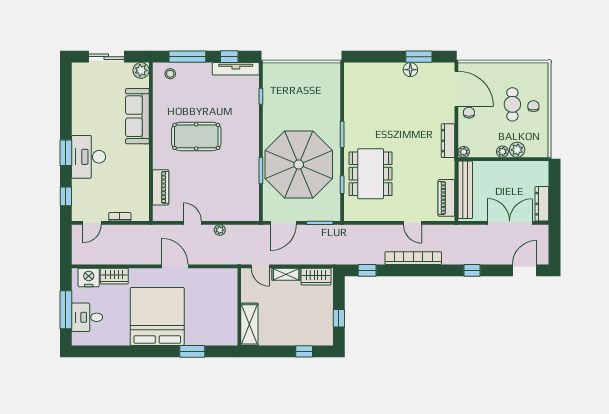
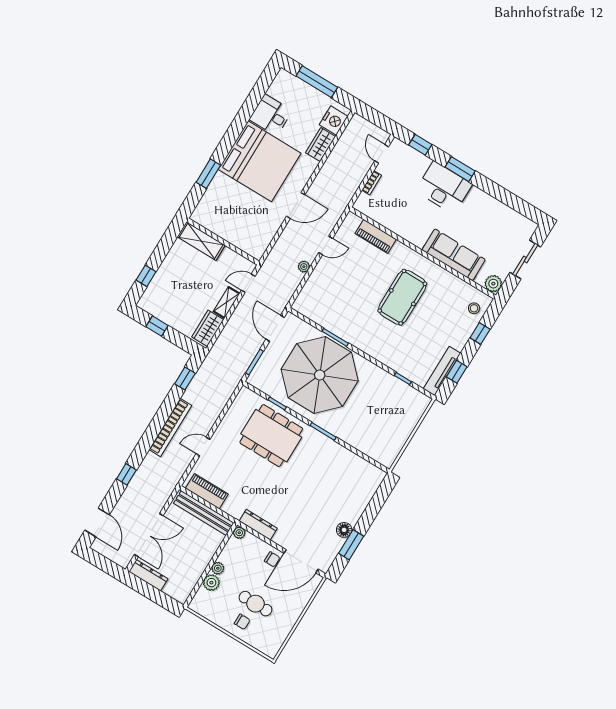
window: (187, 57) -> (480, 333), width x0.46
desk: (87, 317) -> (271, 115), moved, turned -90

